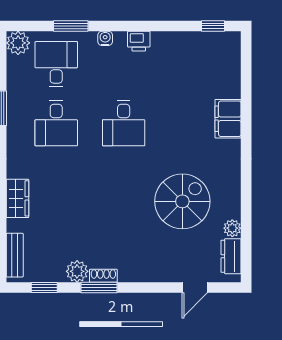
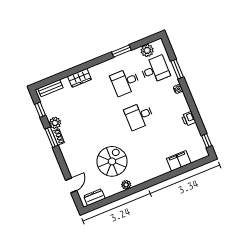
printer: (139, 41) -> (189, 119), moved
plant: (18, 43) -> (147, 50), moved
filing cabinet: (228, 119) -> (179, 161), moved
spiral stairs: (182, 201) -> (112, 161), turned -90
plant: (232, 228) -> (126, 185), moved
door: (195, 288) -> (71, 185), swing flipped

